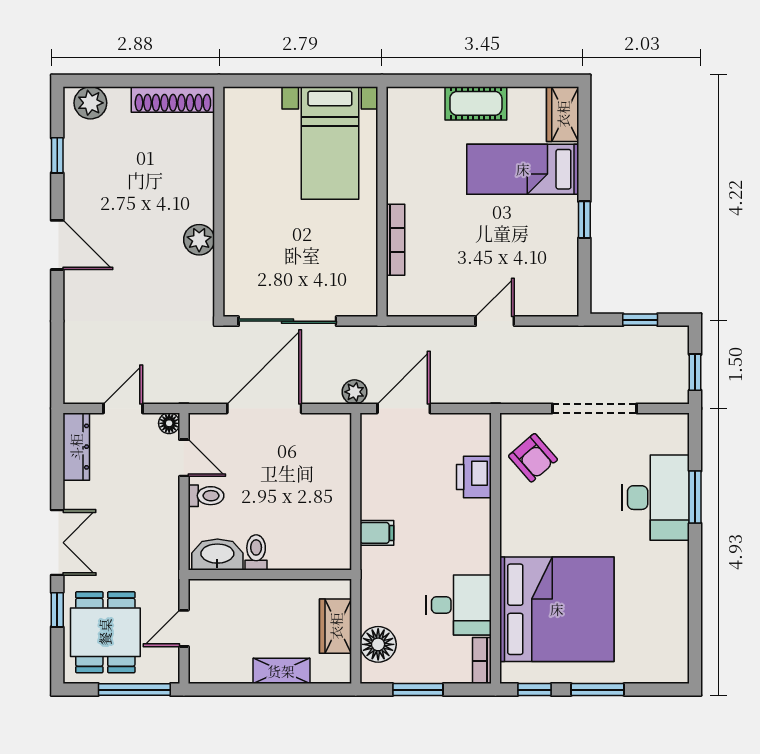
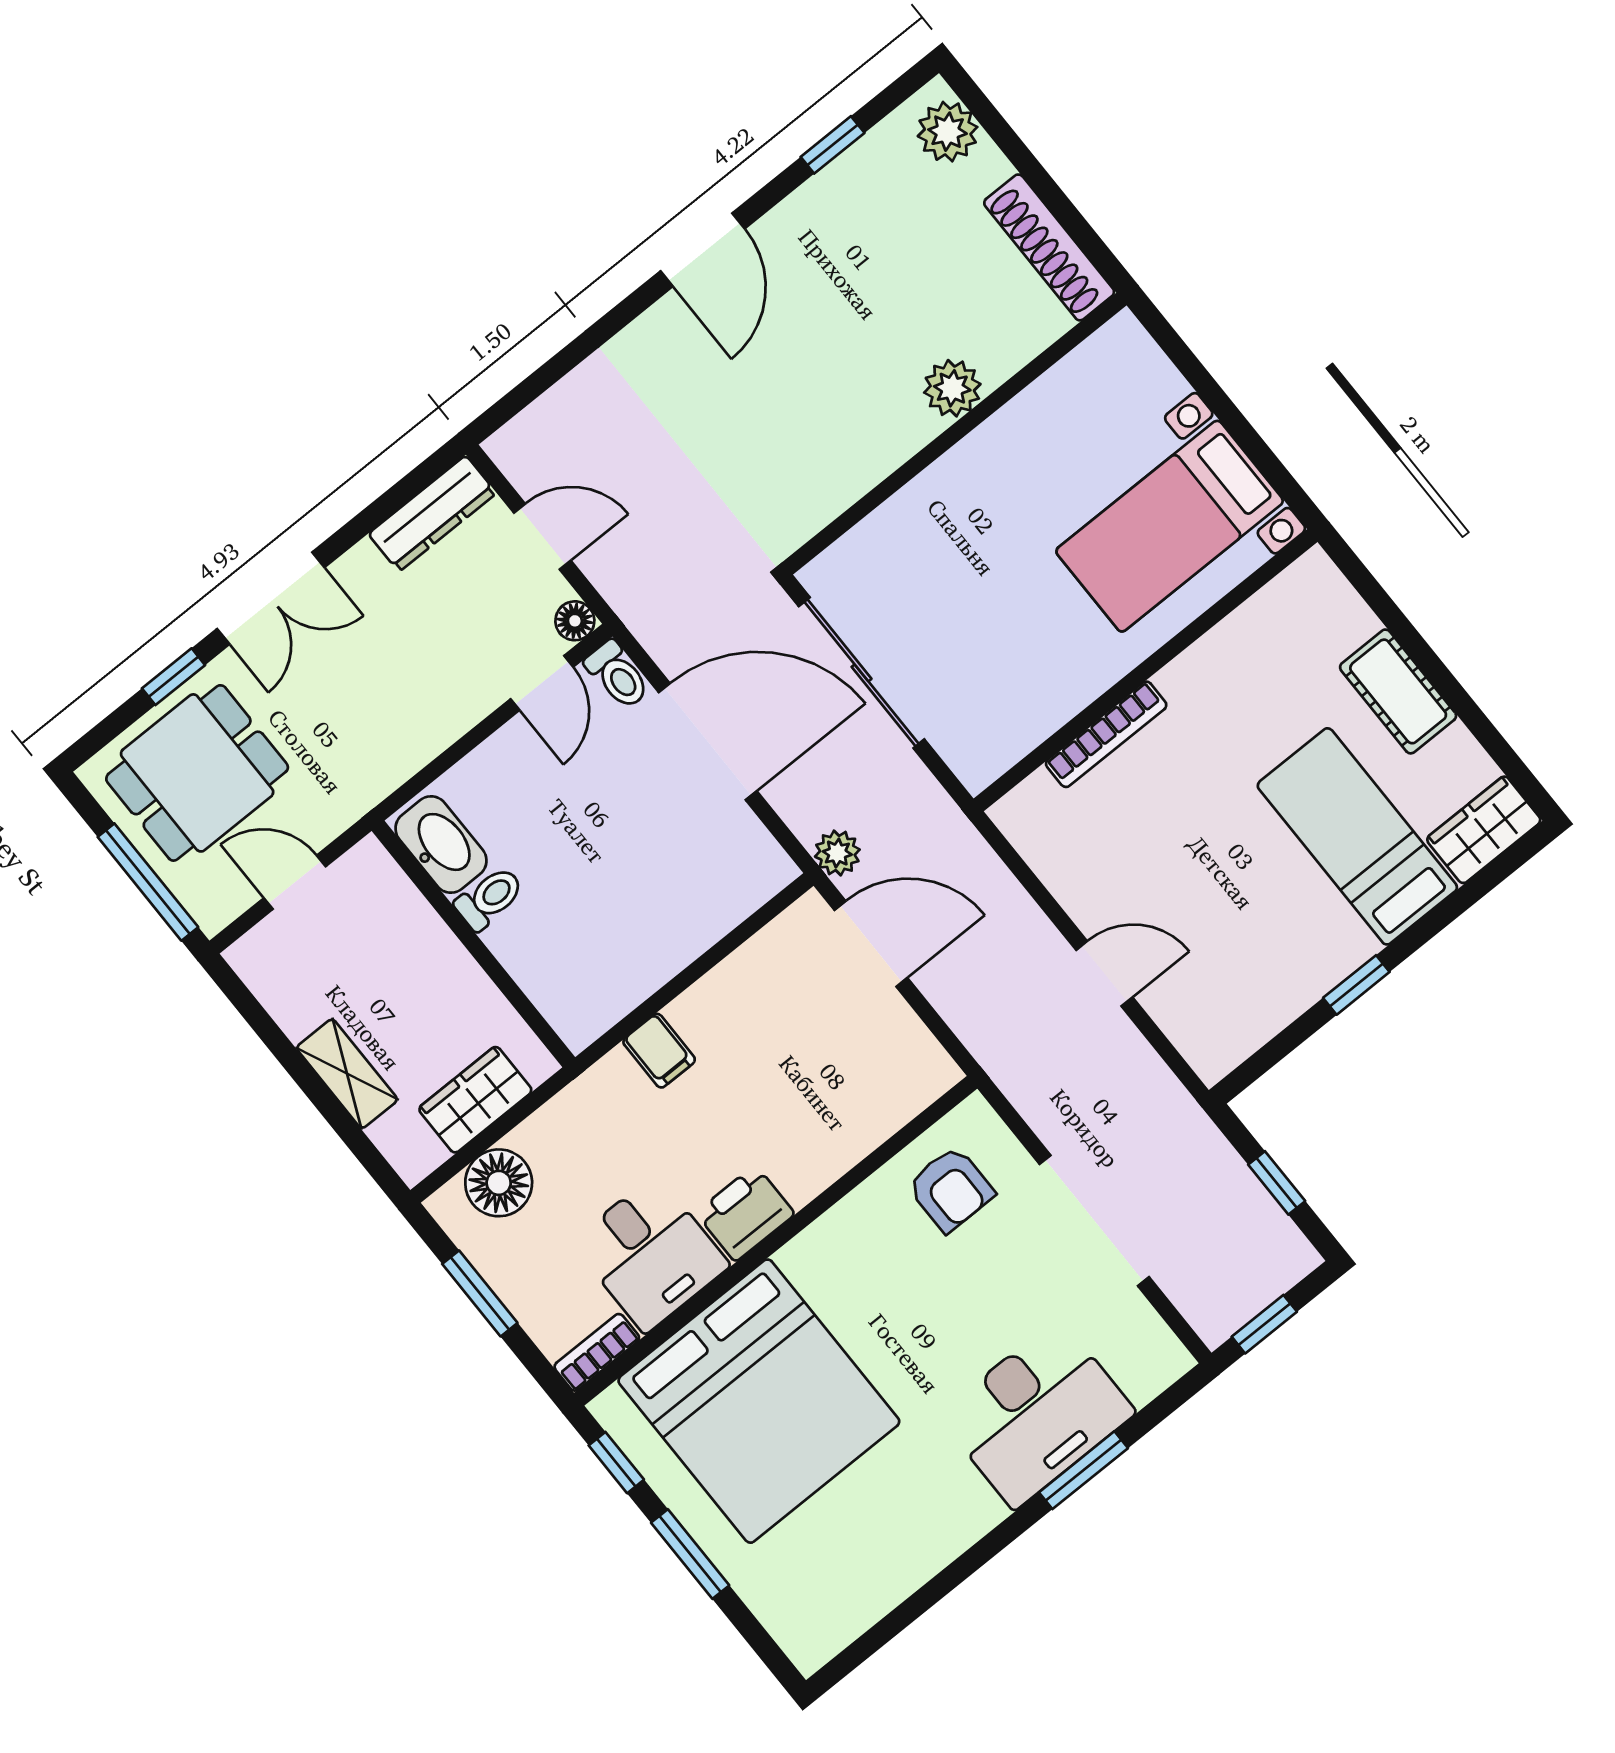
plant: (199, 240) -> (952, 388), moved
armchair: (533, 458) -> (951, 1189), turned -49
printer: (474, 477) -> (745, 1213), moved
toilet: (206, 496) -> (617, 675), moved

